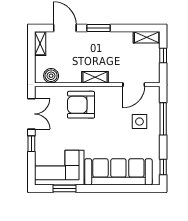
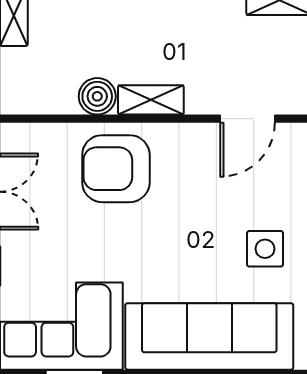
boiler: (51, 76) -> (97, 96), moved
side table: (139, 122) -> (265, 249), moved

